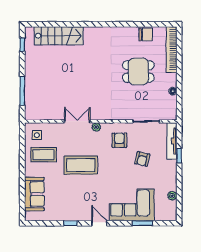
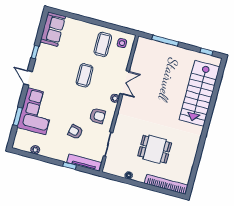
chair: (146, 34) -> (186, 165), removed
stairs: (59, 36) -> (199, 93), width x1.36, depth x1.51
dining table: (138, 71) -> (155, 149), turned 90
coffee table: (81, 165) -> (84, 75), width x0.73, depth x0.76
sofa: (34, 194) -> (53, 29), moved, turned -90
door: (99, 223) -> (28, 78), swing flipped

